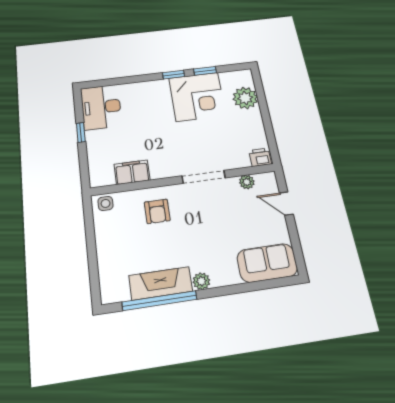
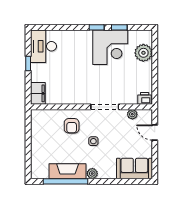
filing cabinet: (132, 172) -> (38, 93), moved, turned 90
side table: (106, 203) -> (93, 141), moved

